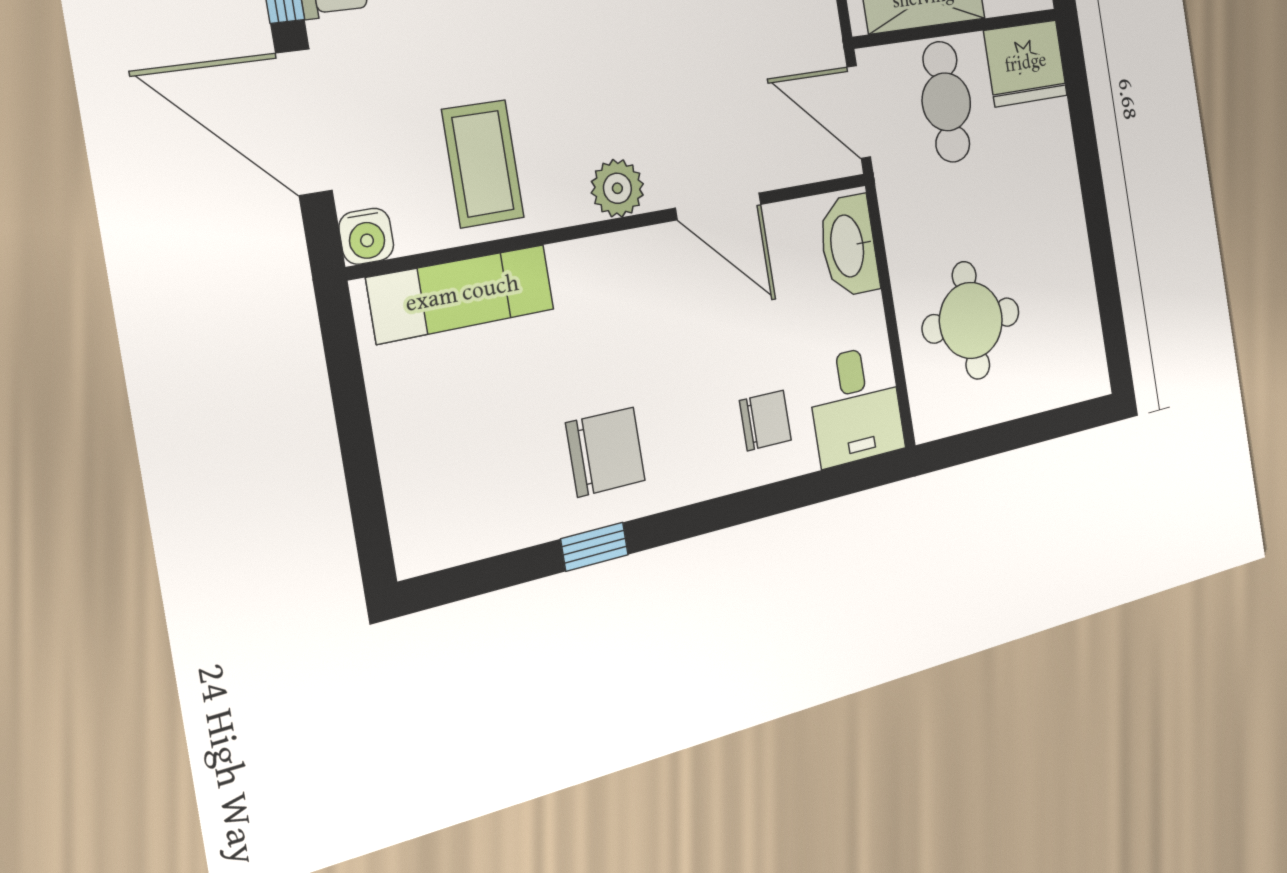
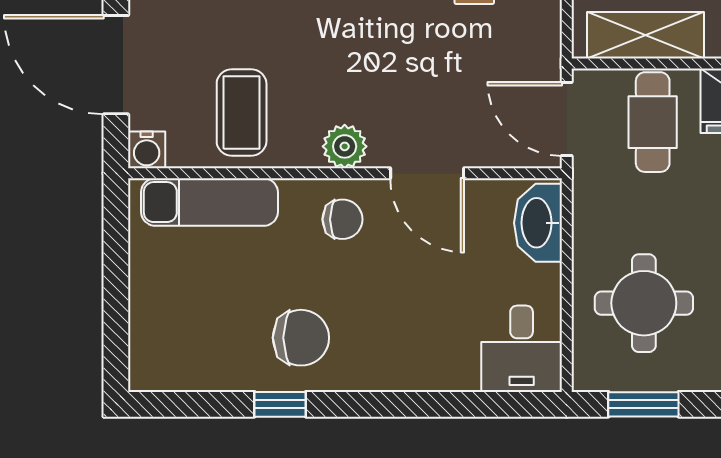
chair: (765, 420) -> (343, 219), moved
window: (989, 441) -> (643, 404), added

